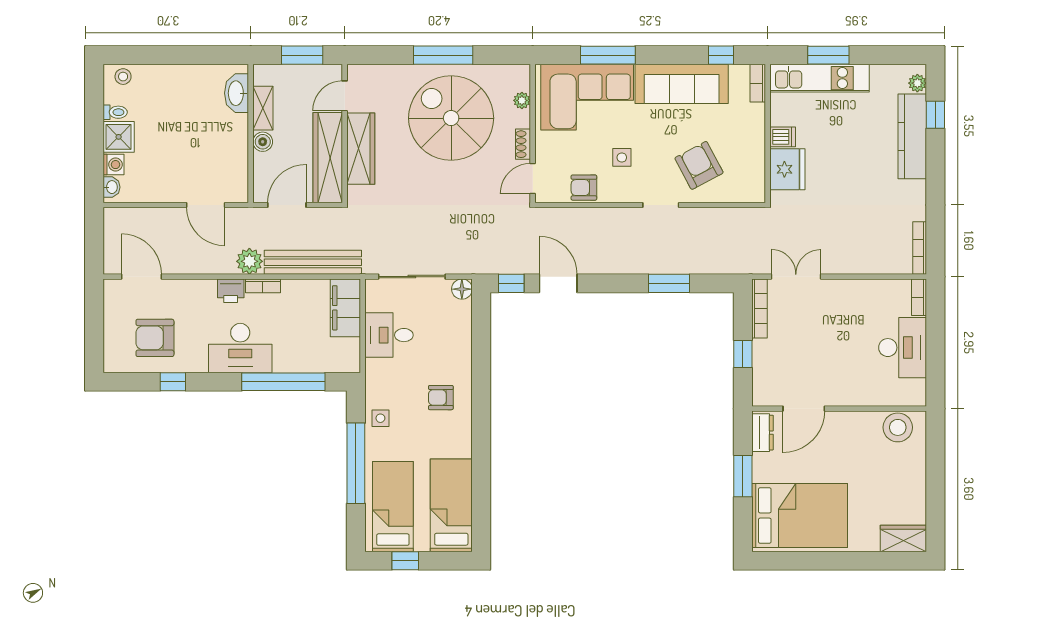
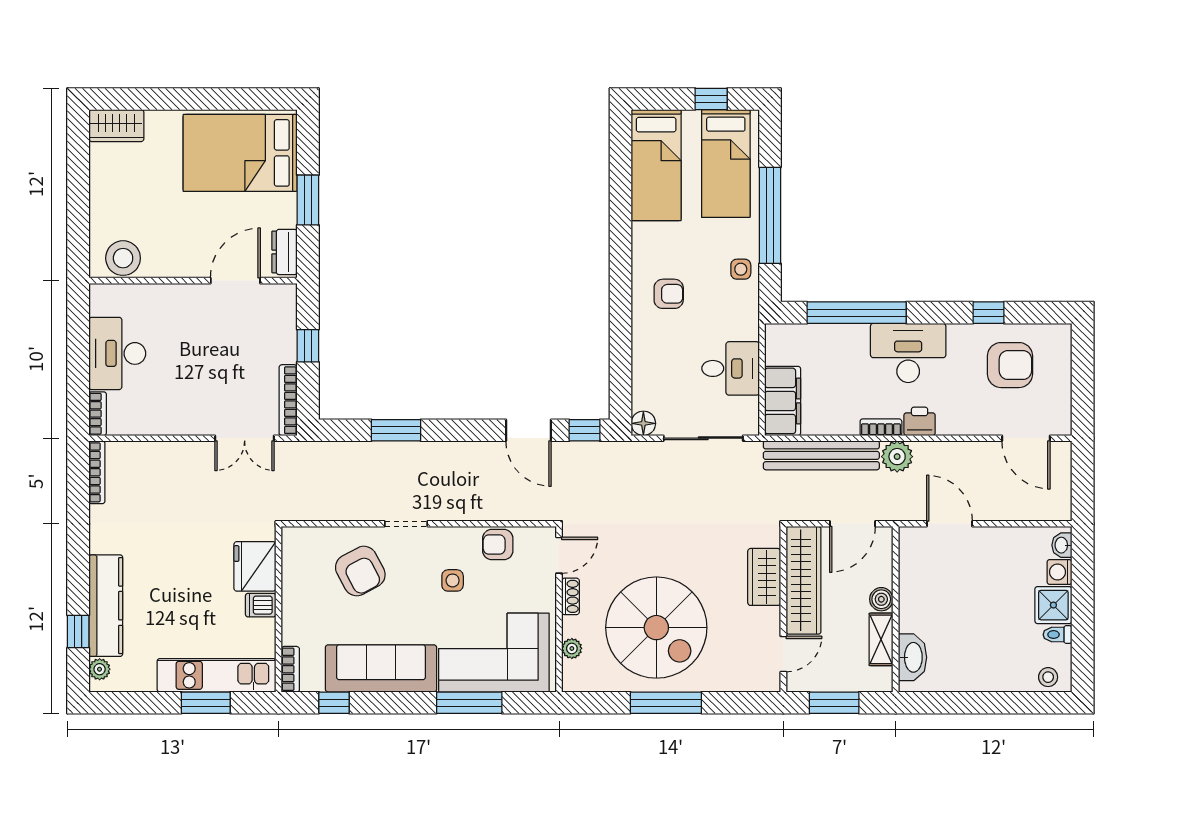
wardrobe: (361, 149) -> (764, 577), width x0.67
armchair: (584, 188) -> (498, 545), turned 180

